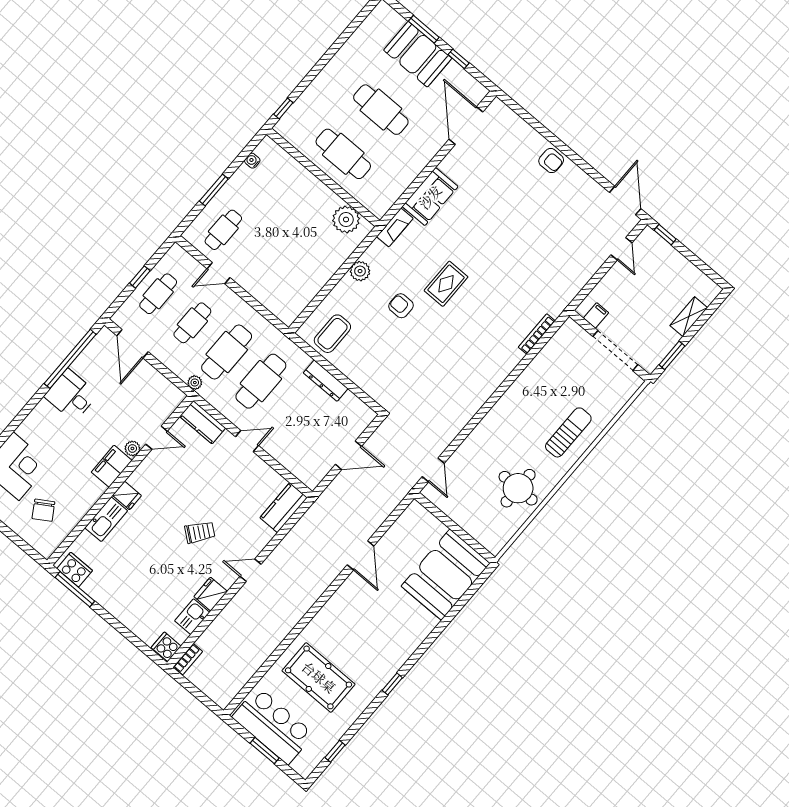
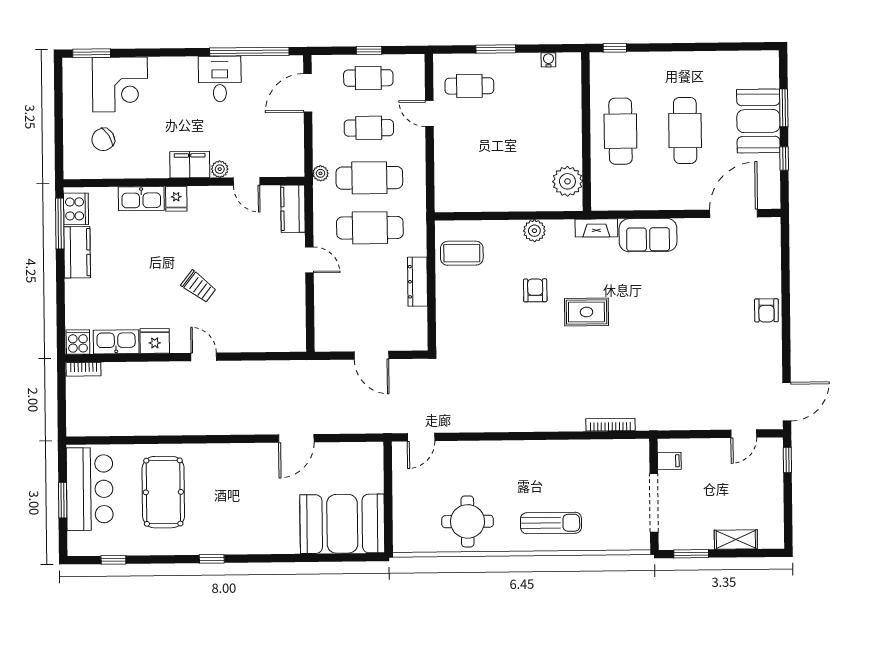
kitchen counter: (284, 508) -> (77, 252), moved, turned 90
kitchen sink: (192, 617) -> (116, 342), width x1.38

